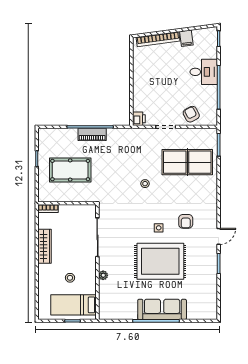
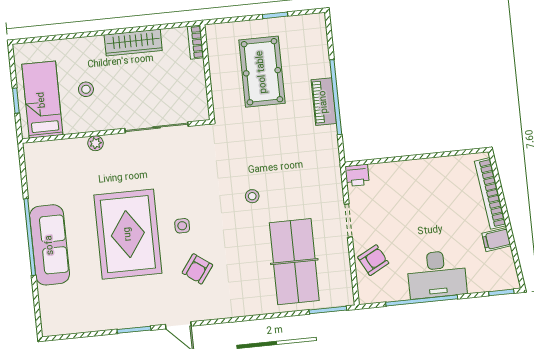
desk: (204, 72) -> (437, 274), width x1.37
armchair: (186, 221) -> (197, 269), turned -54

